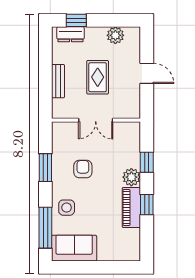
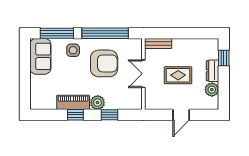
dresser: (71, 34) -> (213, 71), moved
bench: (58, 81) -> (158, 43), moved
window: (45, 168) -> (105, 33), width x2.11
armchair: (83, 169) -> (104, 63), width x1.88, depth x1.88

